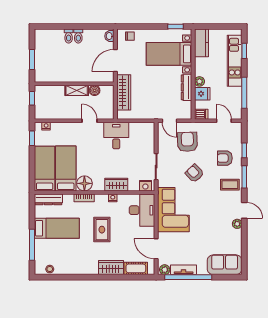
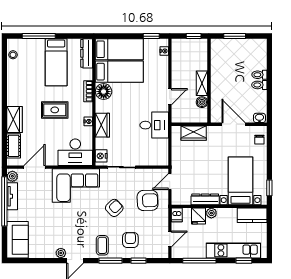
wardrobe: (124, 92) -> (194, 133), width x0.67

